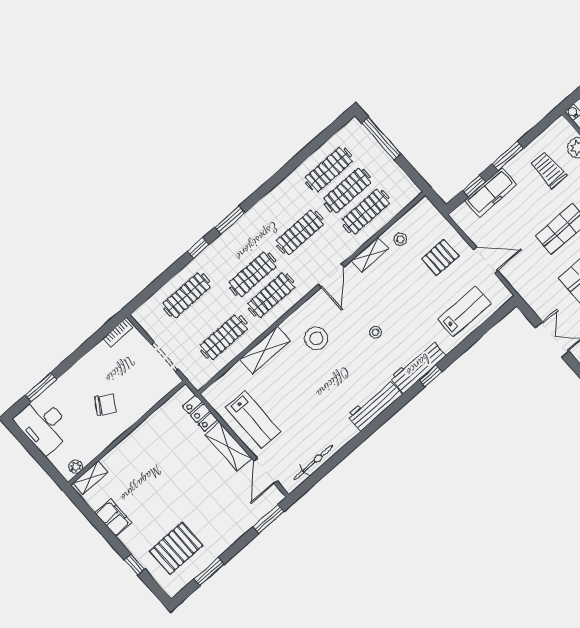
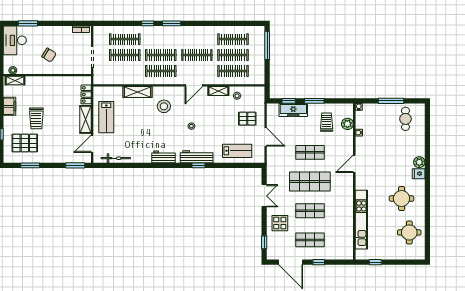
clothes rail: (224, 337) -> (125, 55), moved
workbench: (375, 405) -> (164, 157), width x0.73
trolley: (163, 502) -> (36, 118), added

